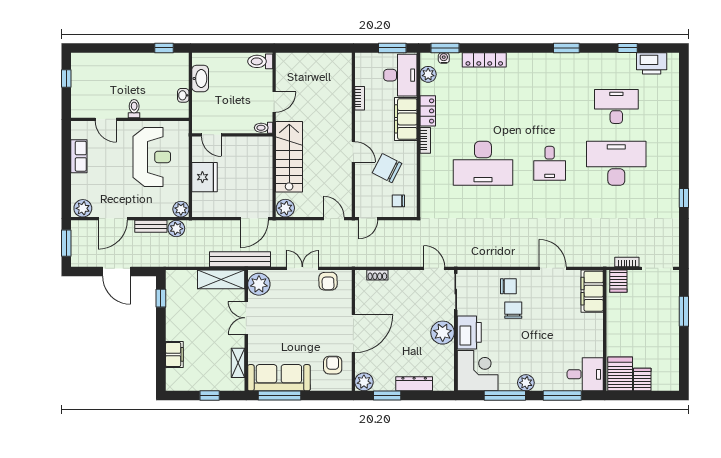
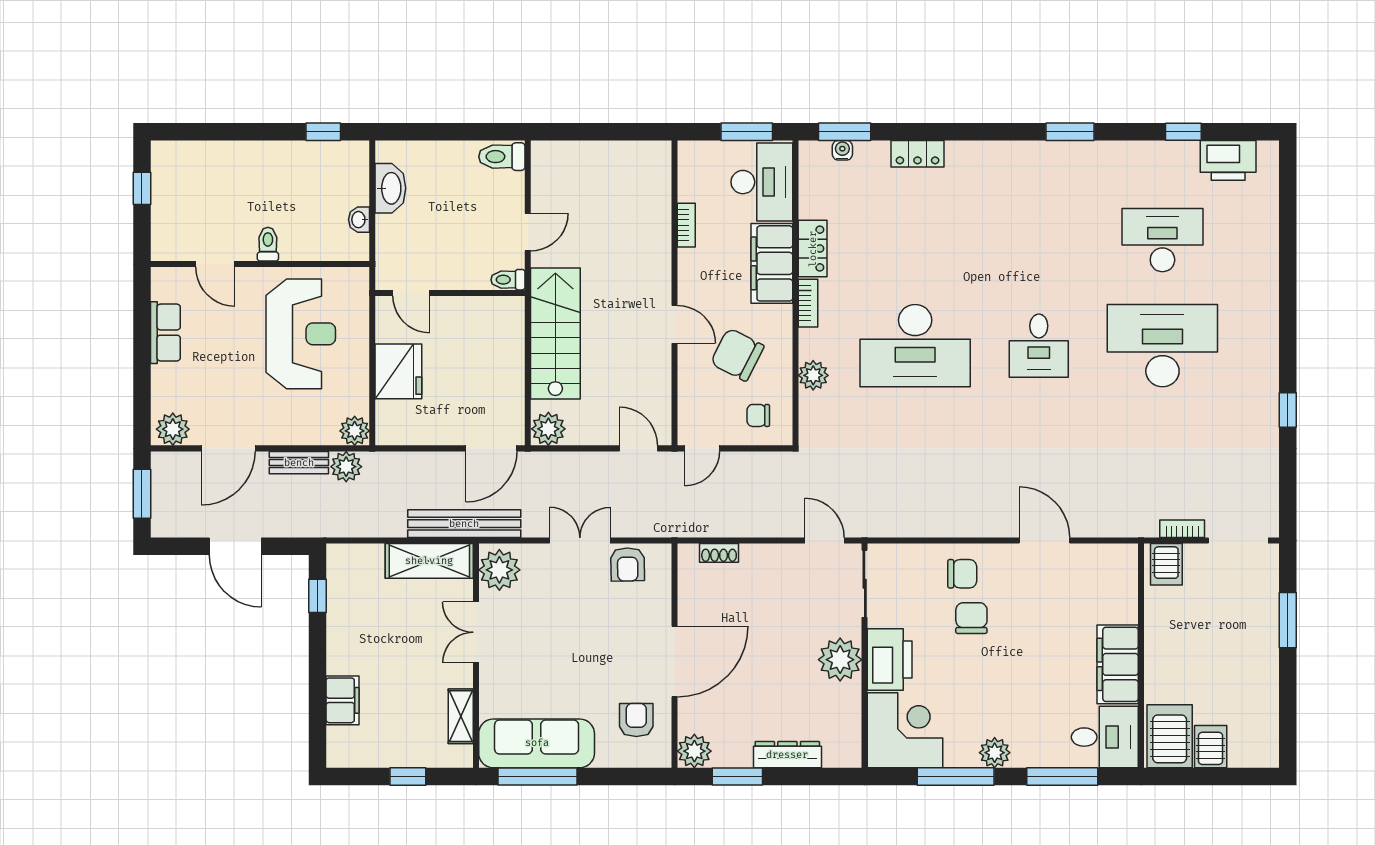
locker: (484, 60) -> (917, 154), width x0.66
plant: (428, 74) -> (813, 375), moved
filing cabinet: (592, 291) -> (1118, 664), moved

